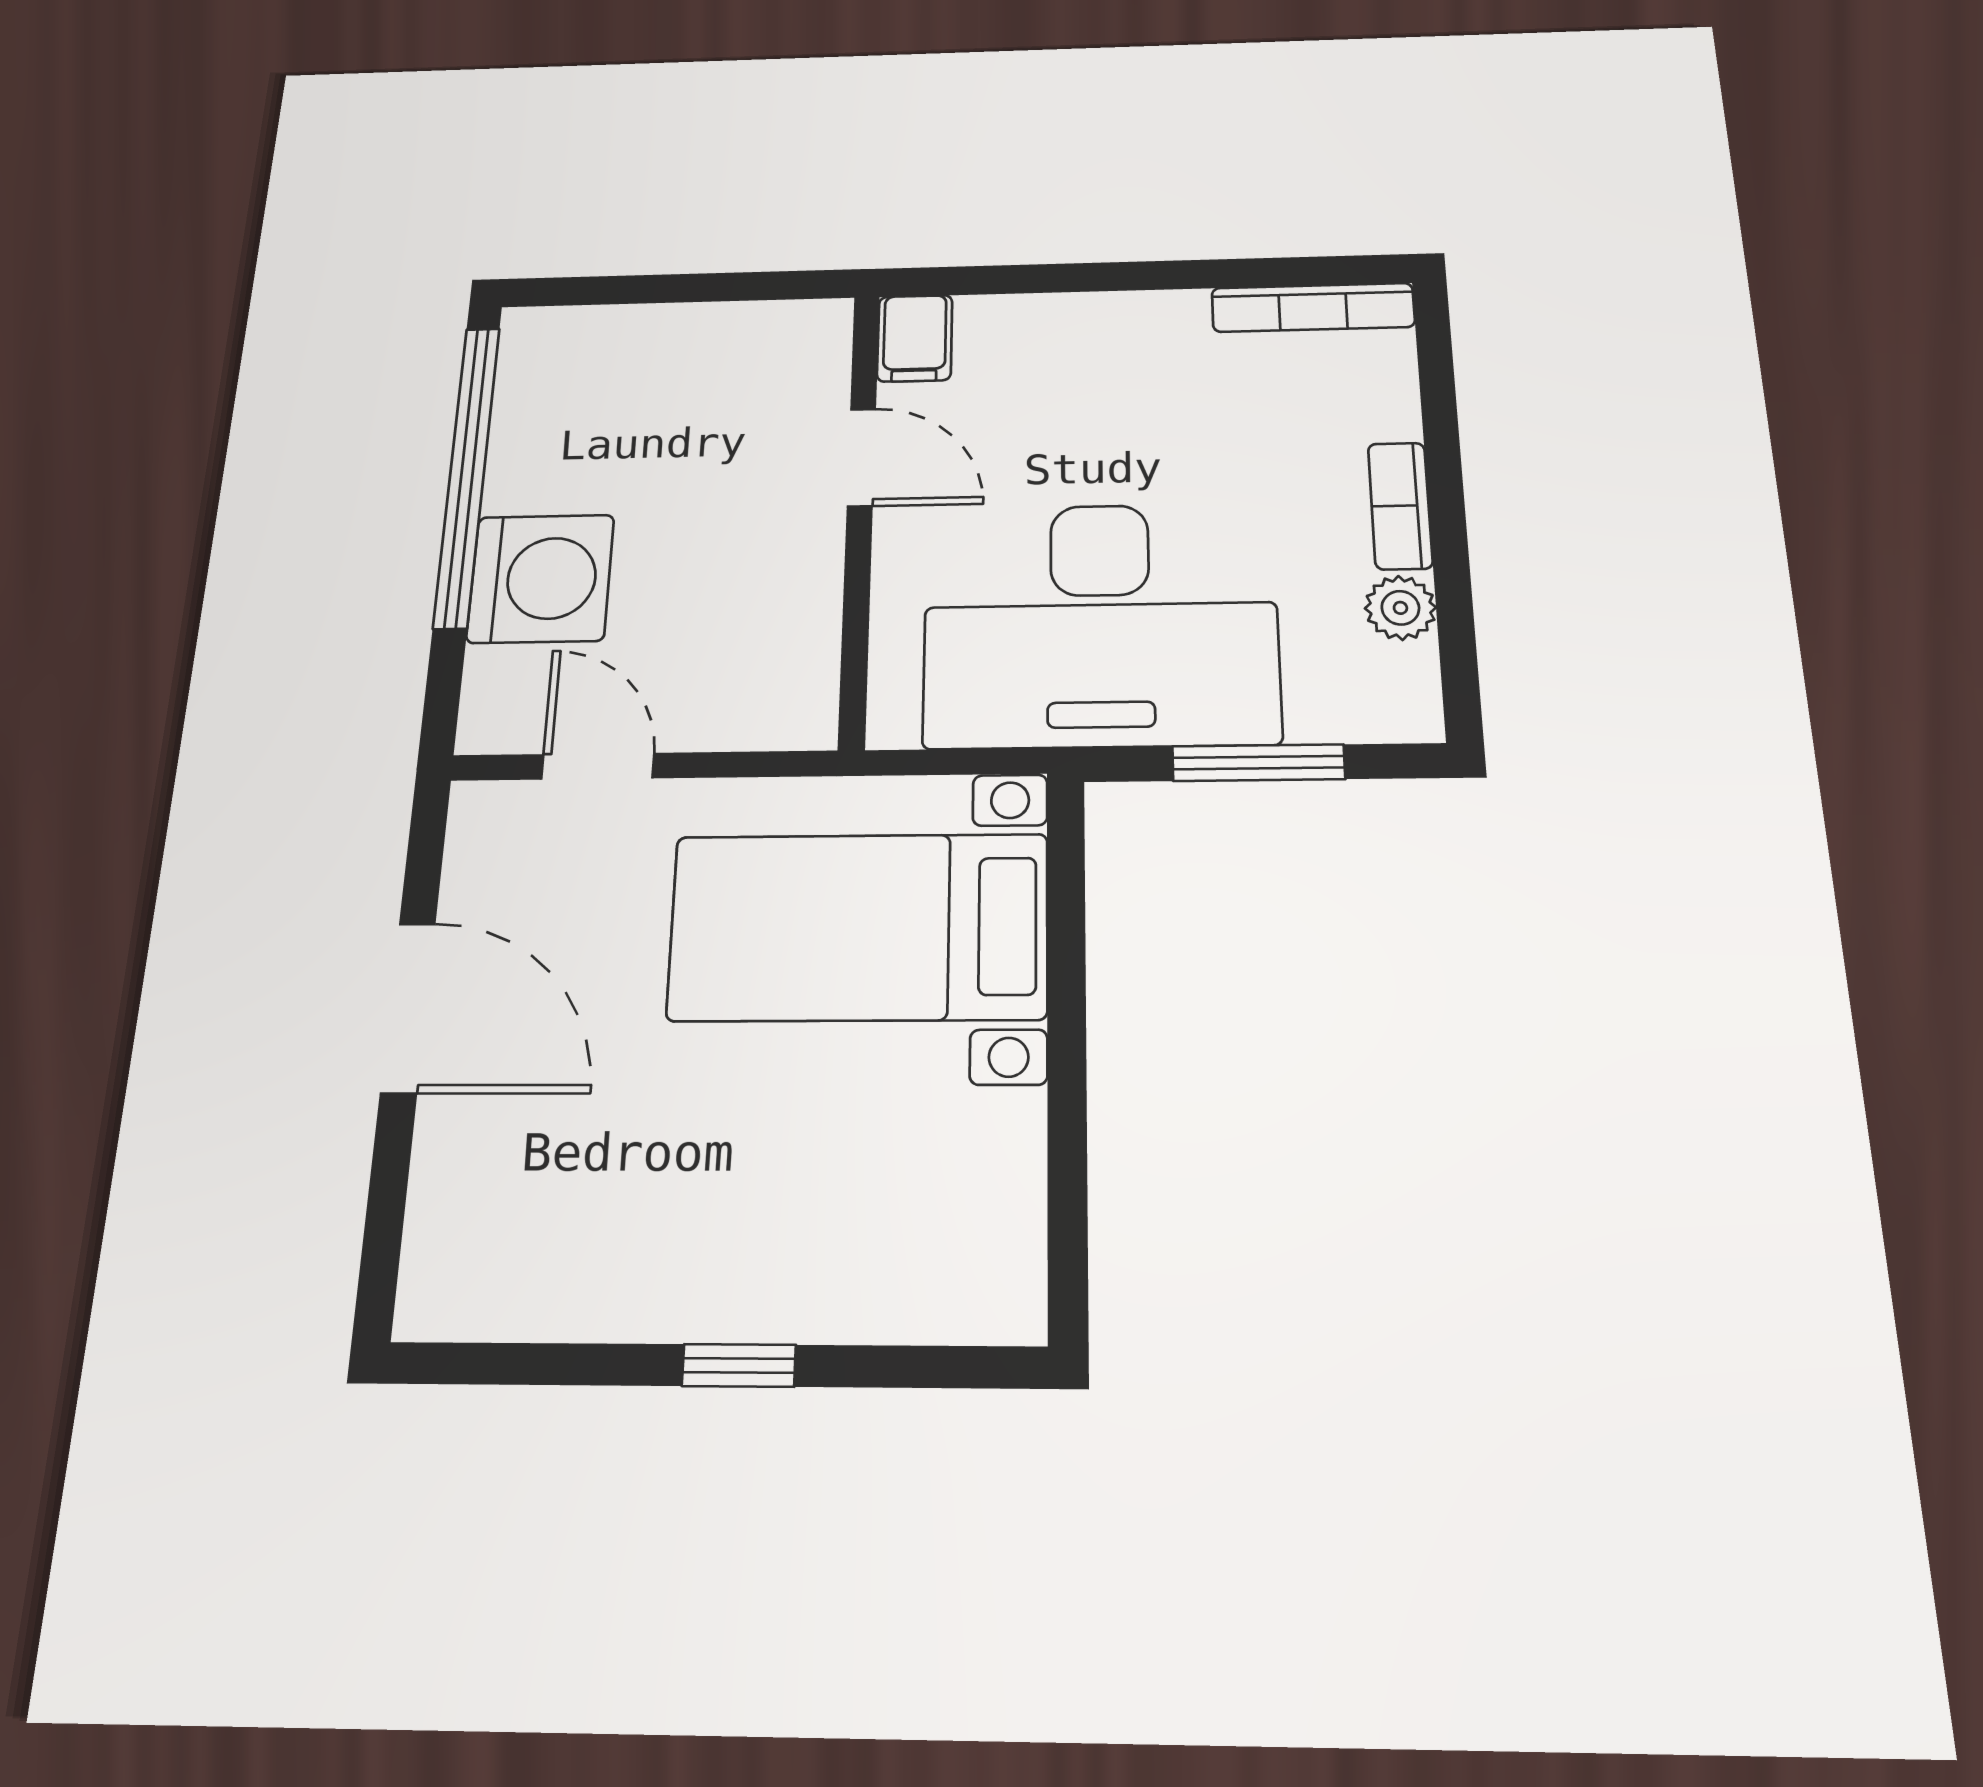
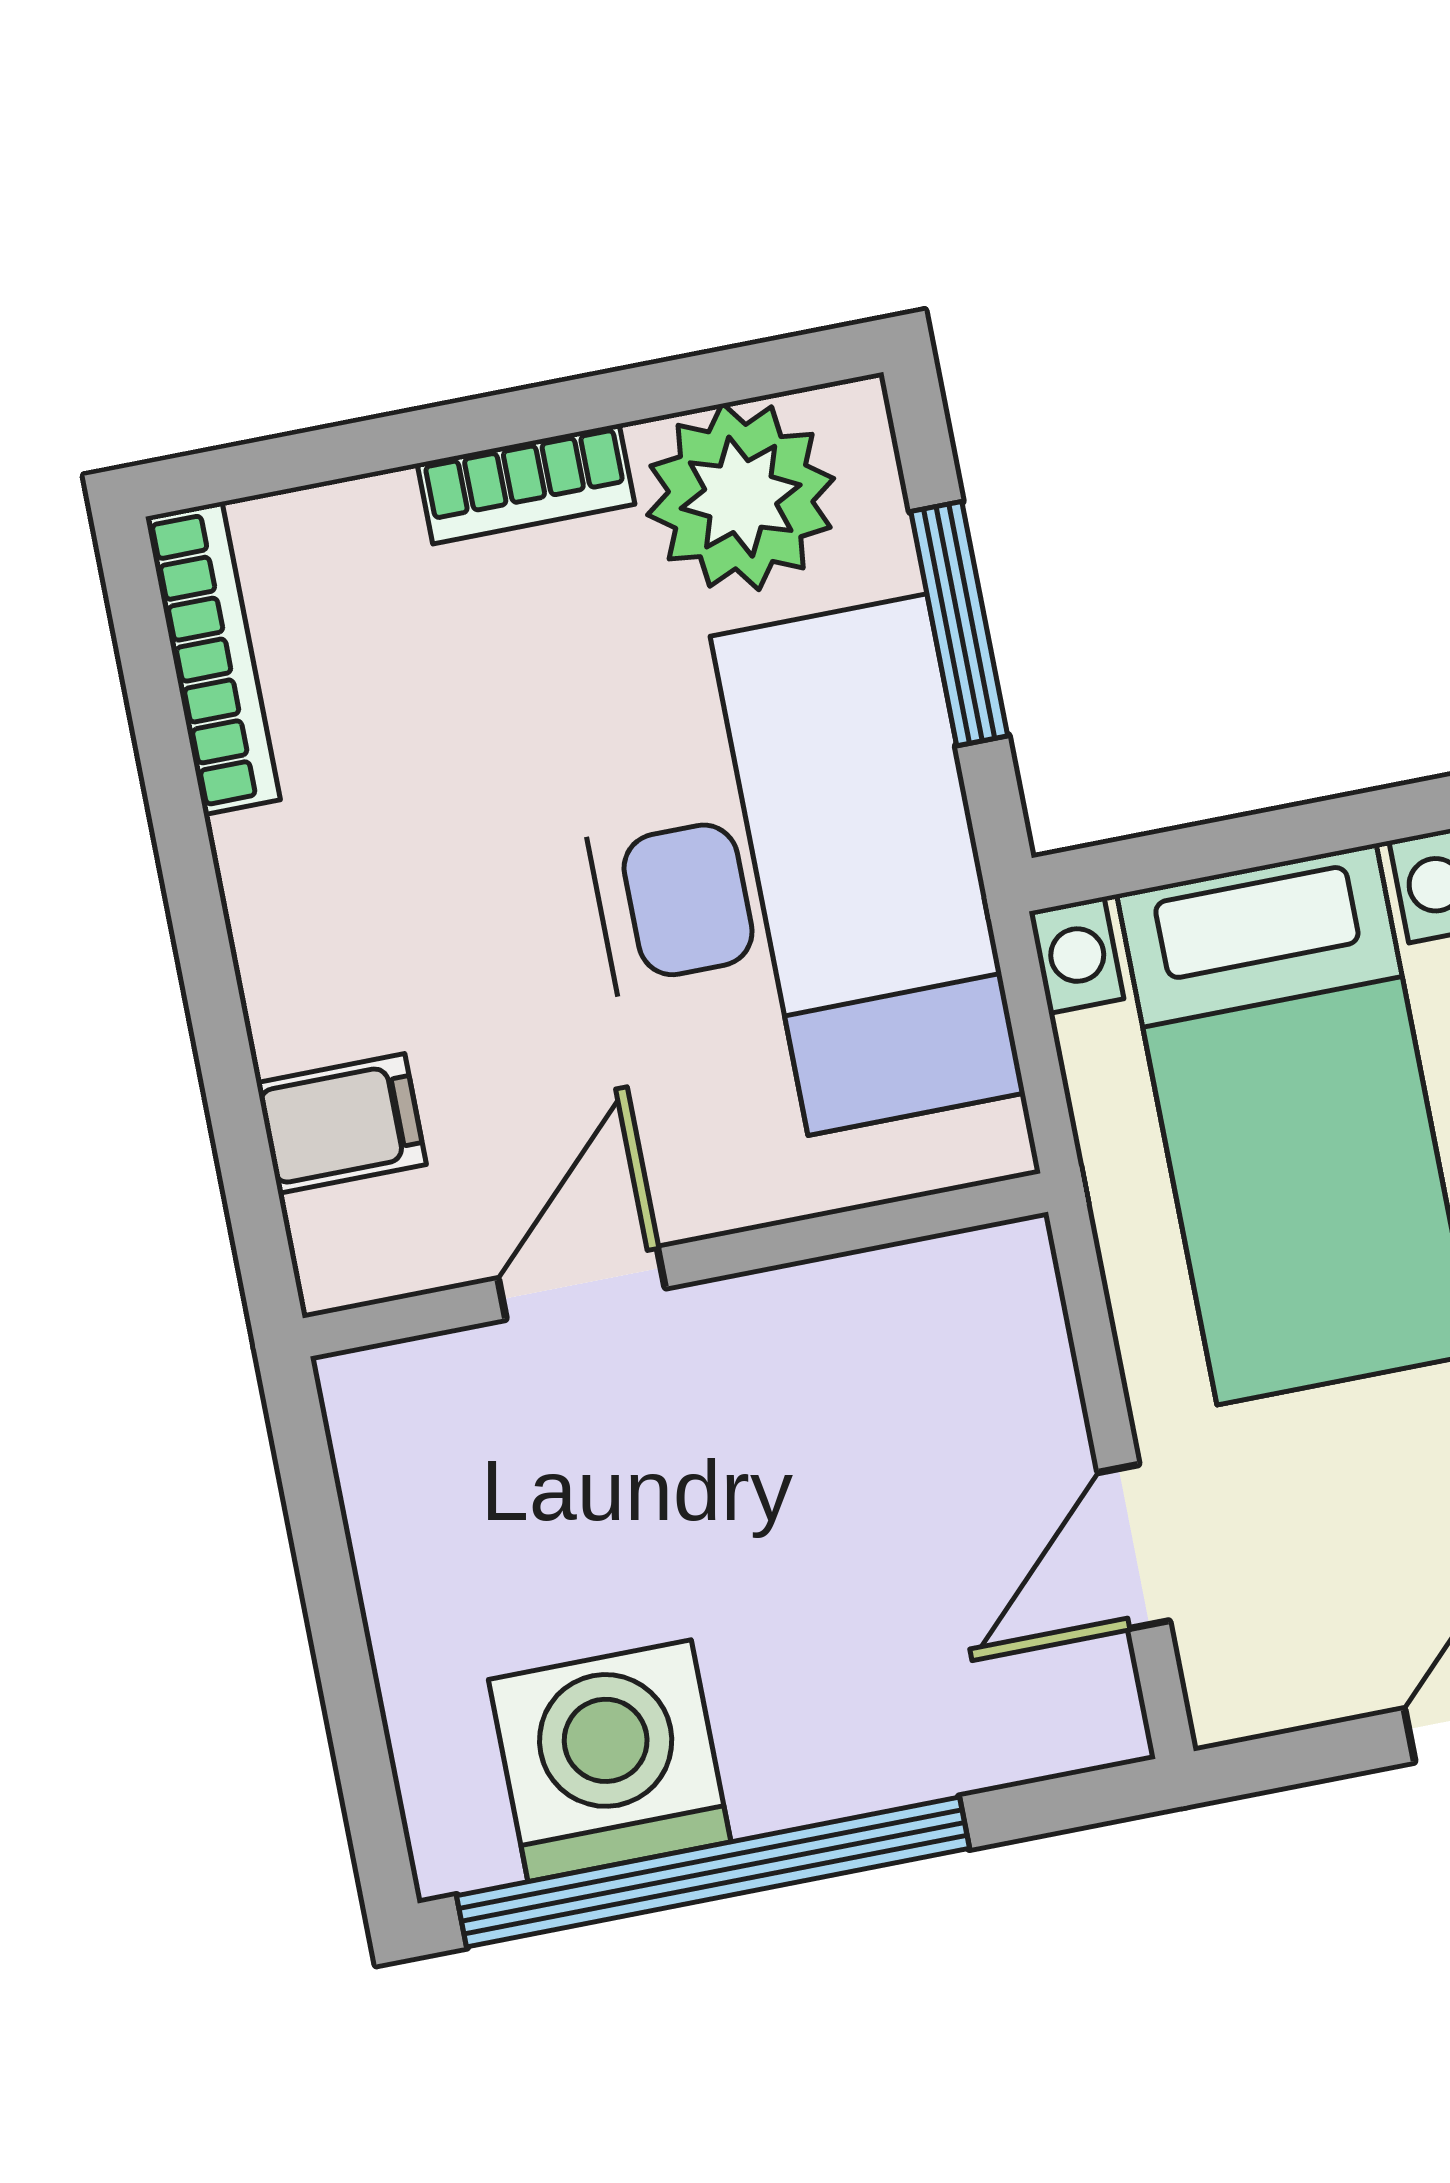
filing cabinet: (915, 338) -> (341, 1124), moved
washing machine: (541, 579) -> (610, 1761), moved
plant: (1400, 608) -> (741, 497), width x1.87, depth x1.87

